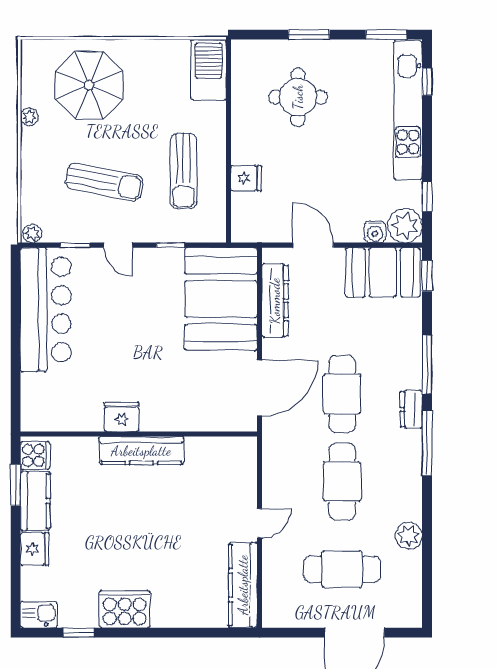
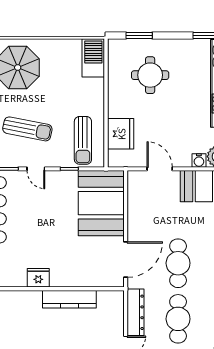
window: (309, 35) -> (139, 35), moved
sun lounger: (183, 171) -> (83, 140), moved
fridge: (246, 178) -> (121, 134), width x1.88, depth x1.34
dresser: (275, 301) -> (136, 312), moved
kitchen counter: (141, 451) -> (69, 299), moved

